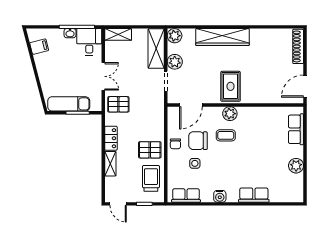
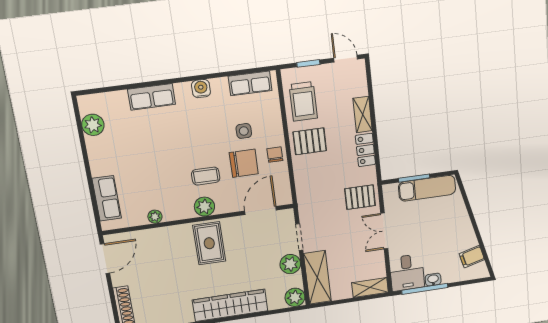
plant: (265, 111) -> (155, 217), added
plant: (296, 166) -> (93, 125), moved

